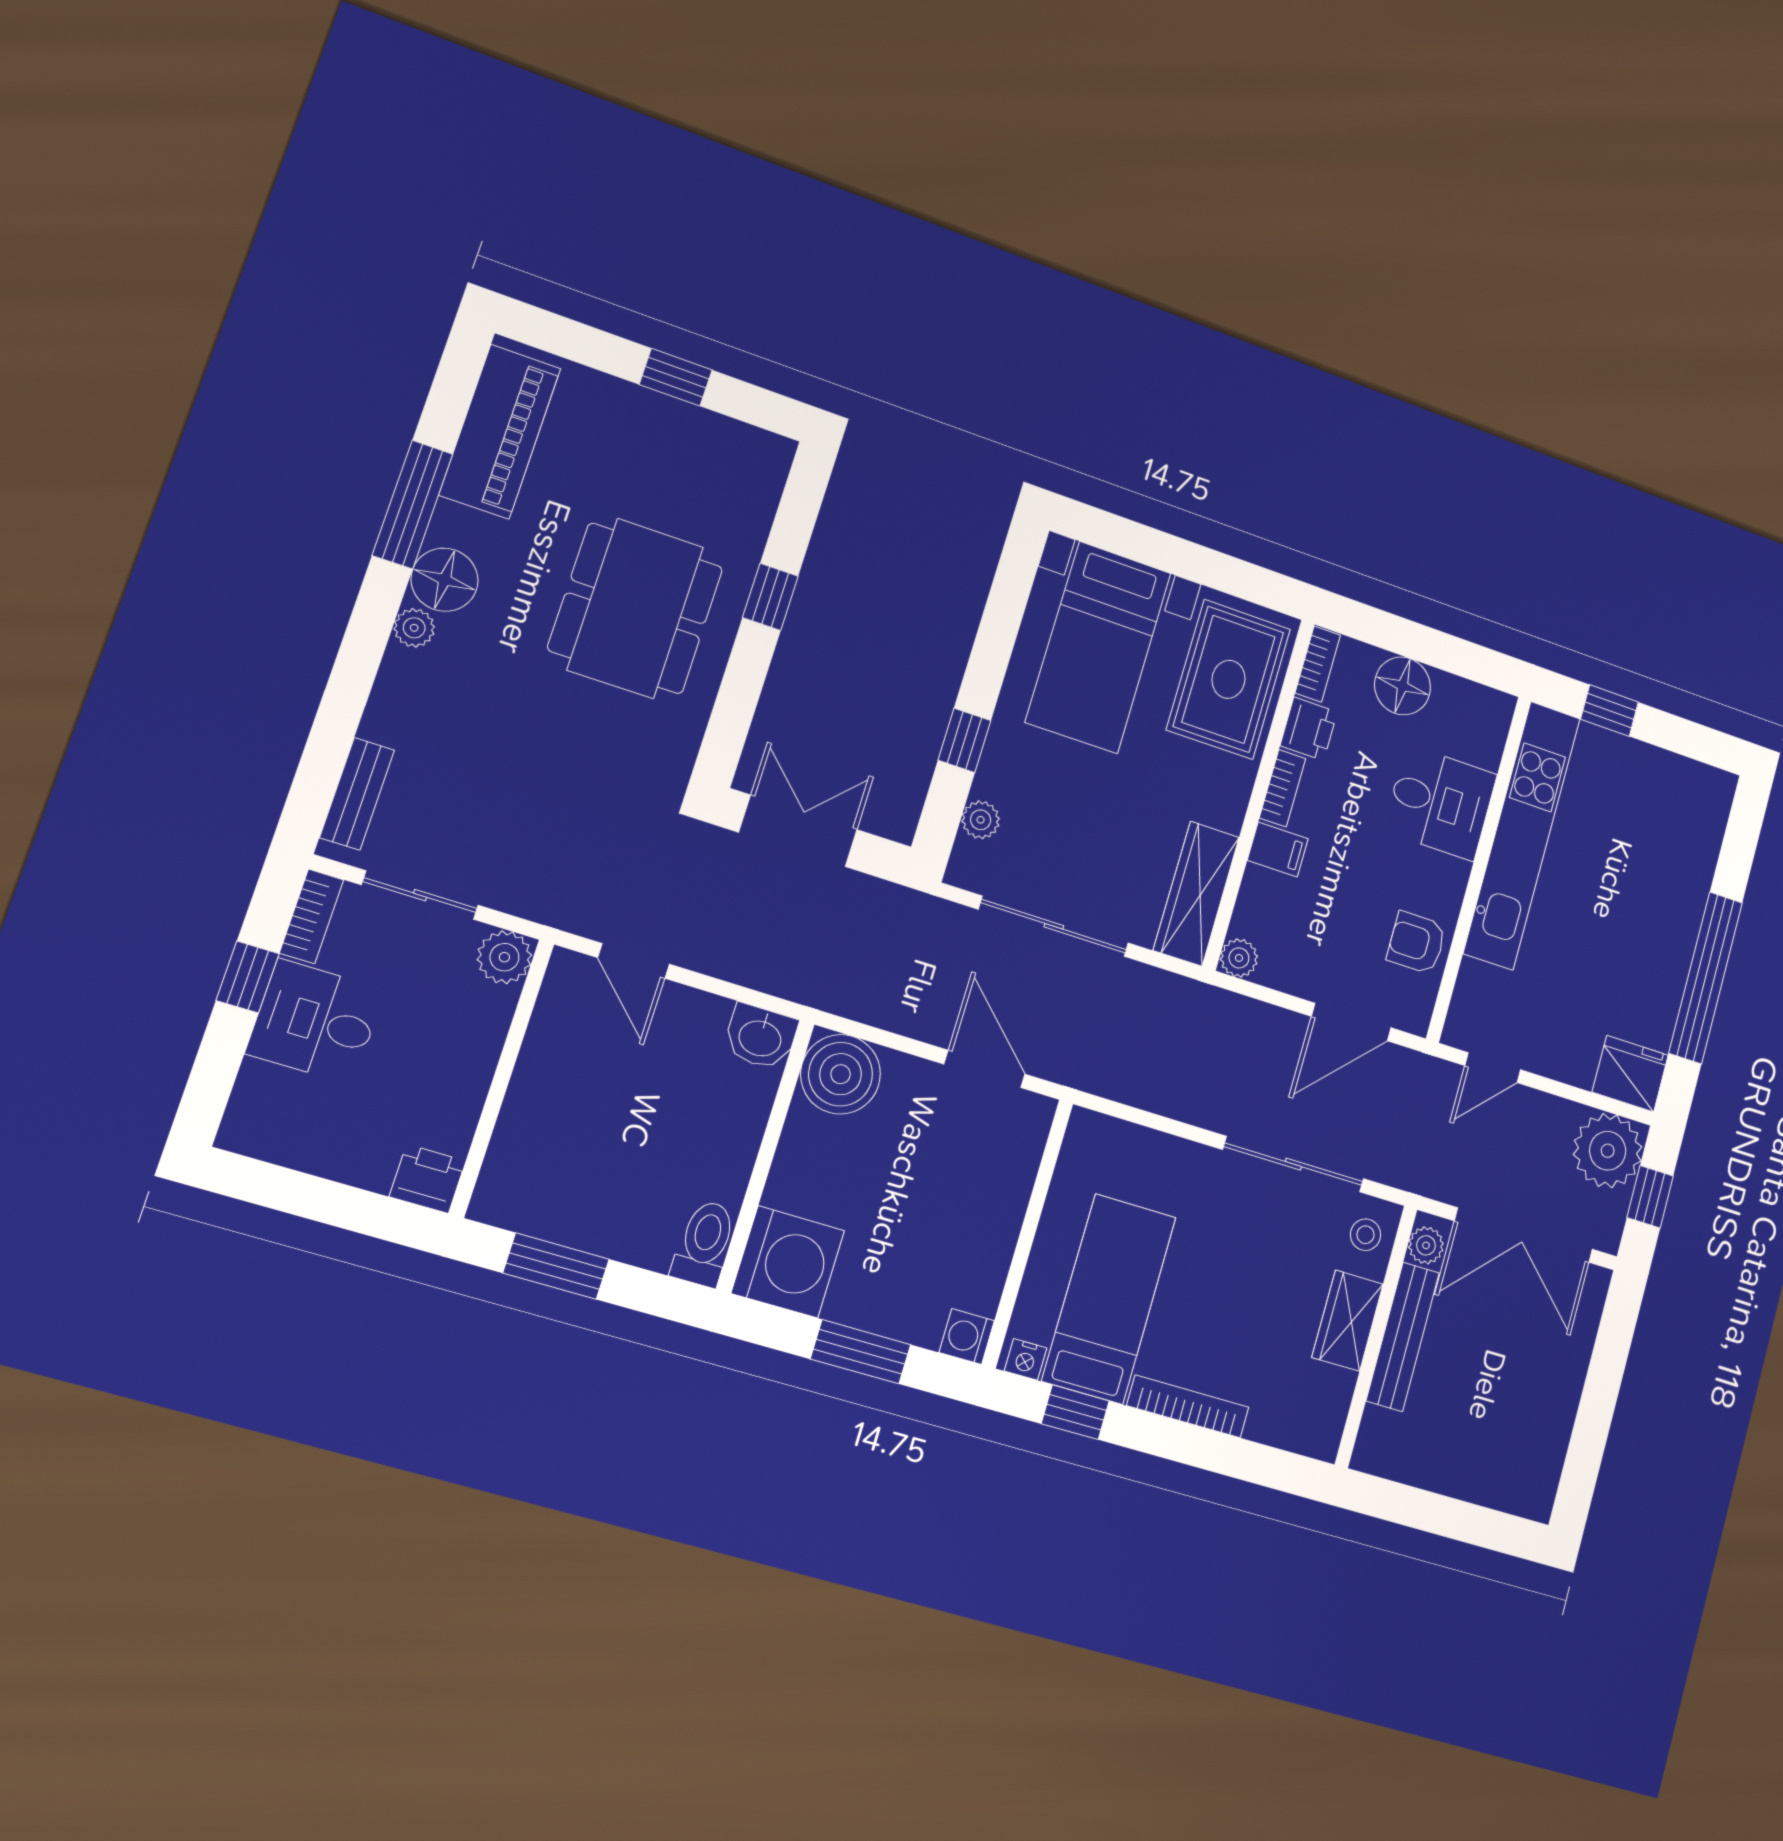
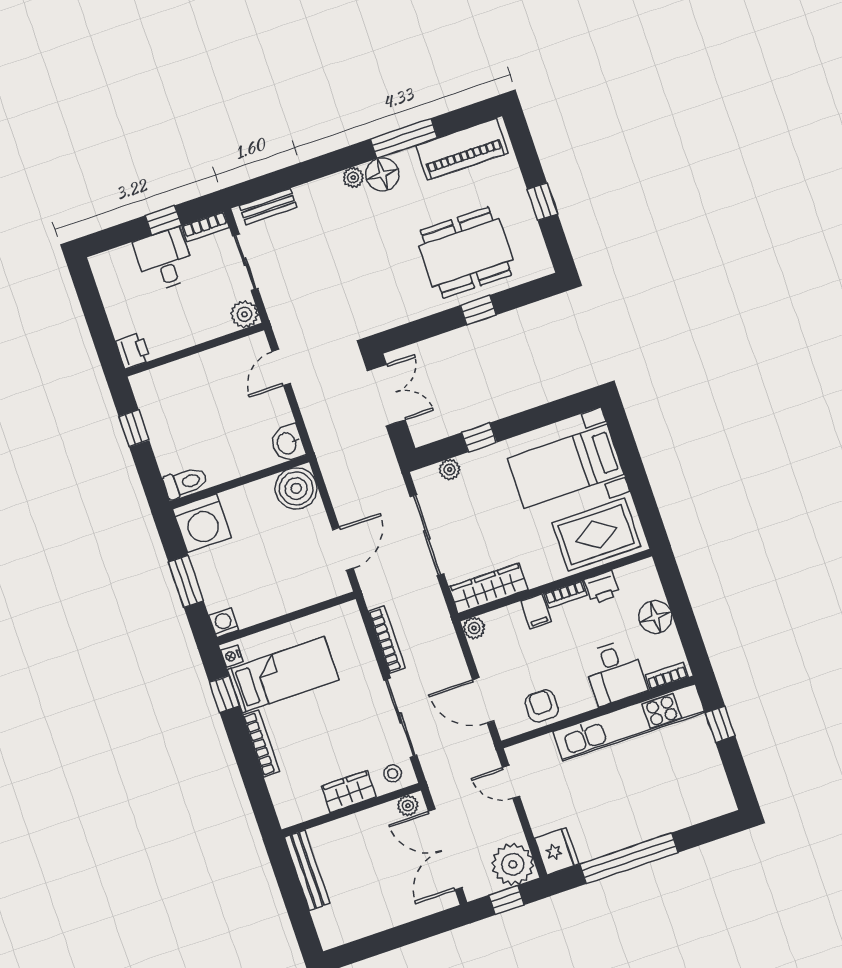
dining table: (635, 608) -> (466, 253), moved
bookcase: (1318, 664) -> (667, 676), moved, turned 180
bookcase: (1166, 1101) -> (387, 640), added
window: (556, 1266) -> (134, 428), width x0.67
bench: (1403, 1337) -> (307, 870), moved, turned 90

